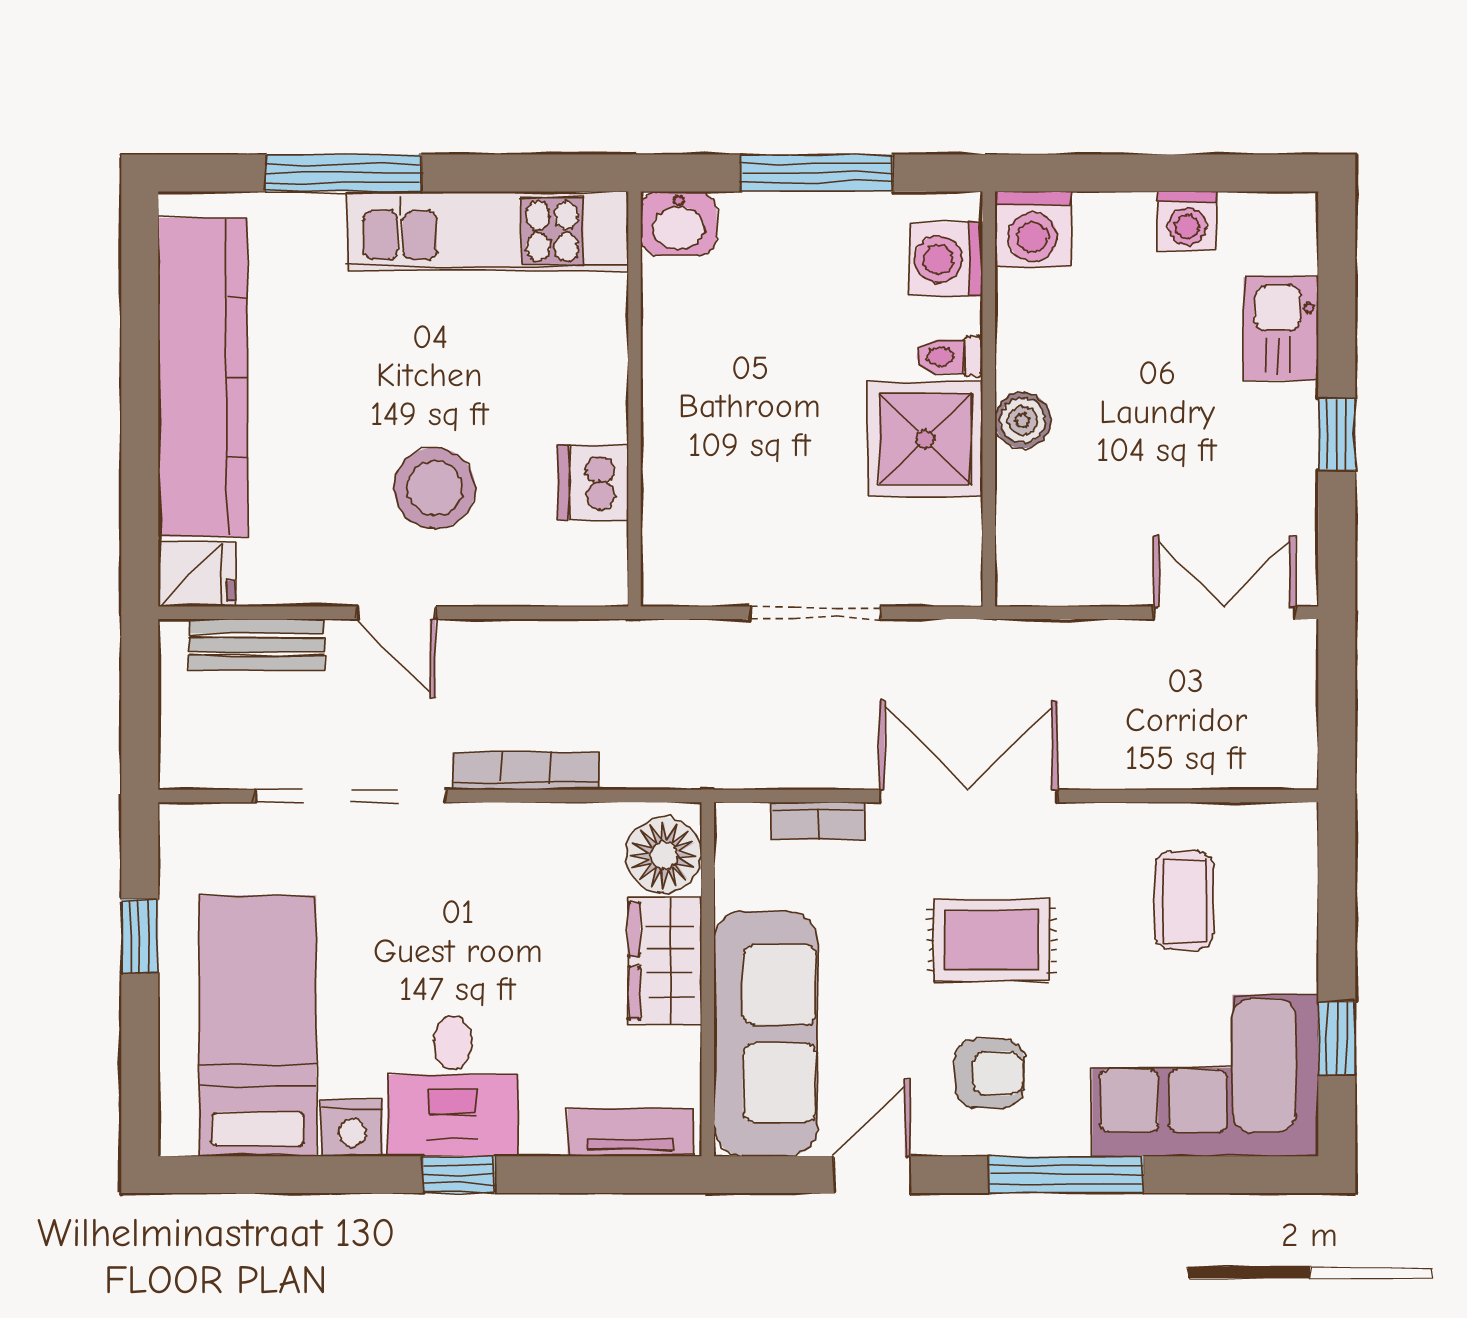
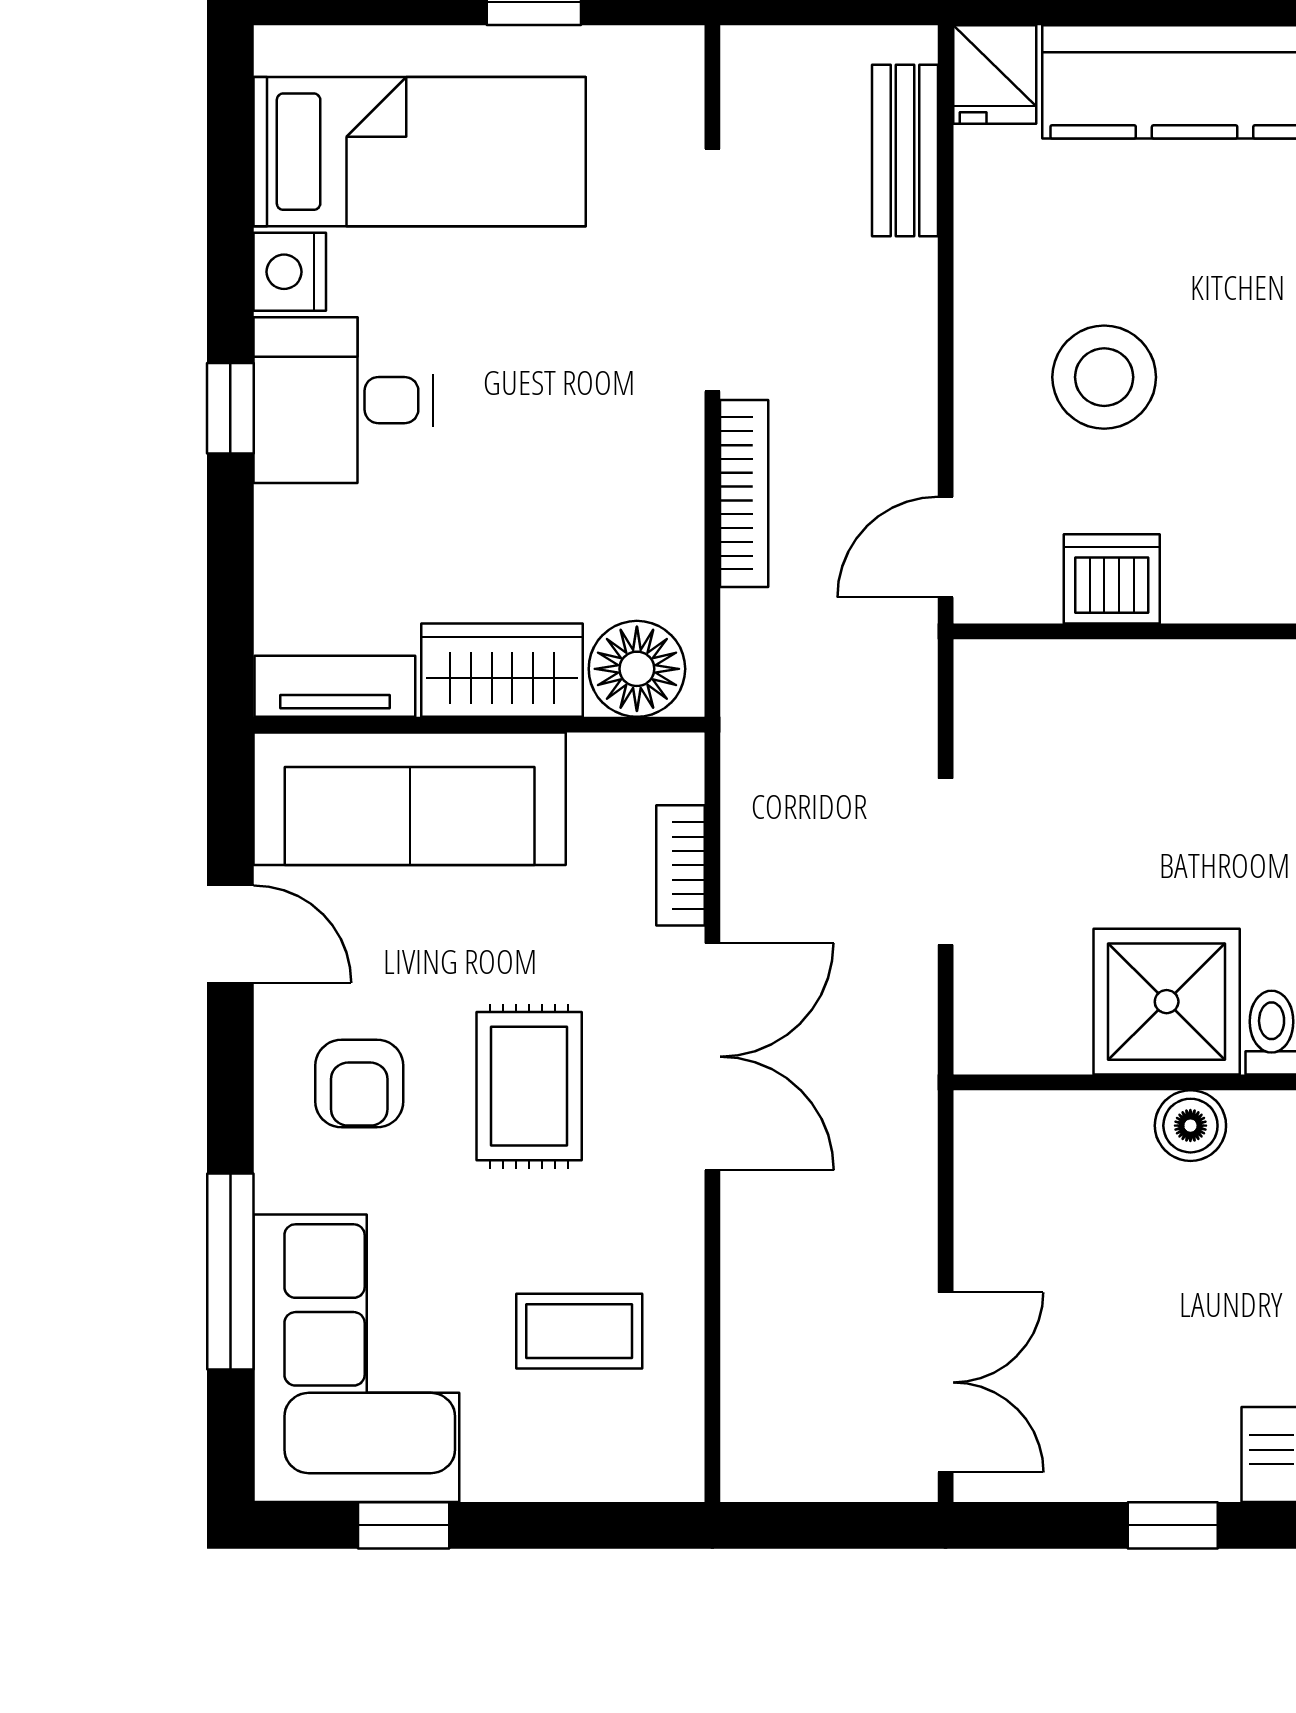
door: (396, 613) -> (946, 547), moved
tv unit: (631, 1132) -> (335, 686), moved, turned -90
window: (1067, 1175) -> (230, 1272), moved

